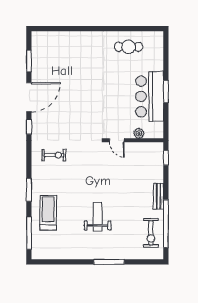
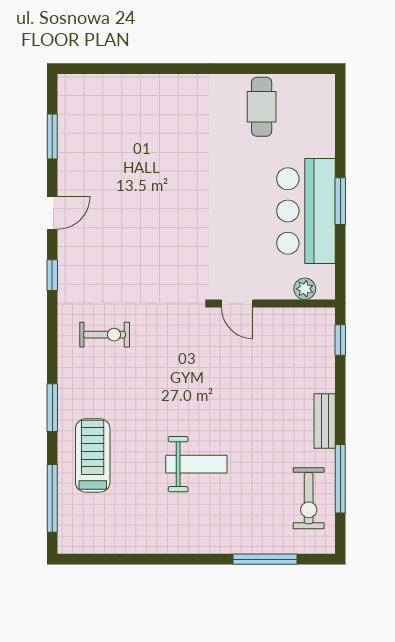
cafe table: (129, 47) -> (262, 107), turned 90
door: (29, 97) -> (52, 213), width x0.53
plant: (139, 133) -> (305, 289), moved
weight bench: (98, 217) -> (196, 464), turned 90
window: (166, 224) -> (340, 479), width x0.68
window: (109, 262) -> (265, 559), moved

